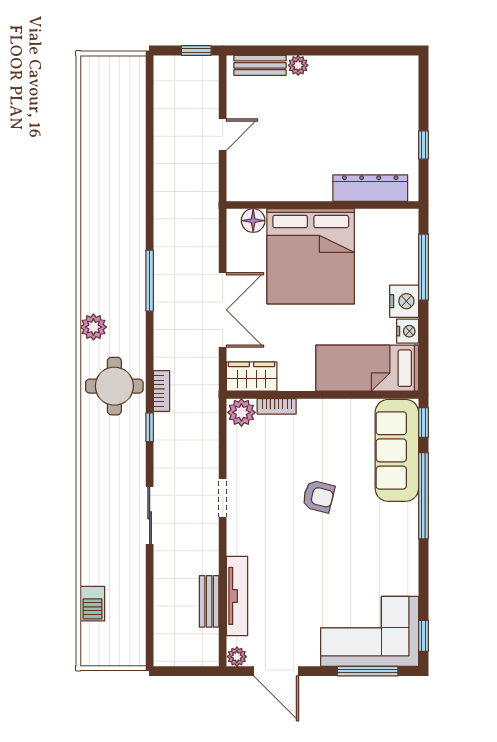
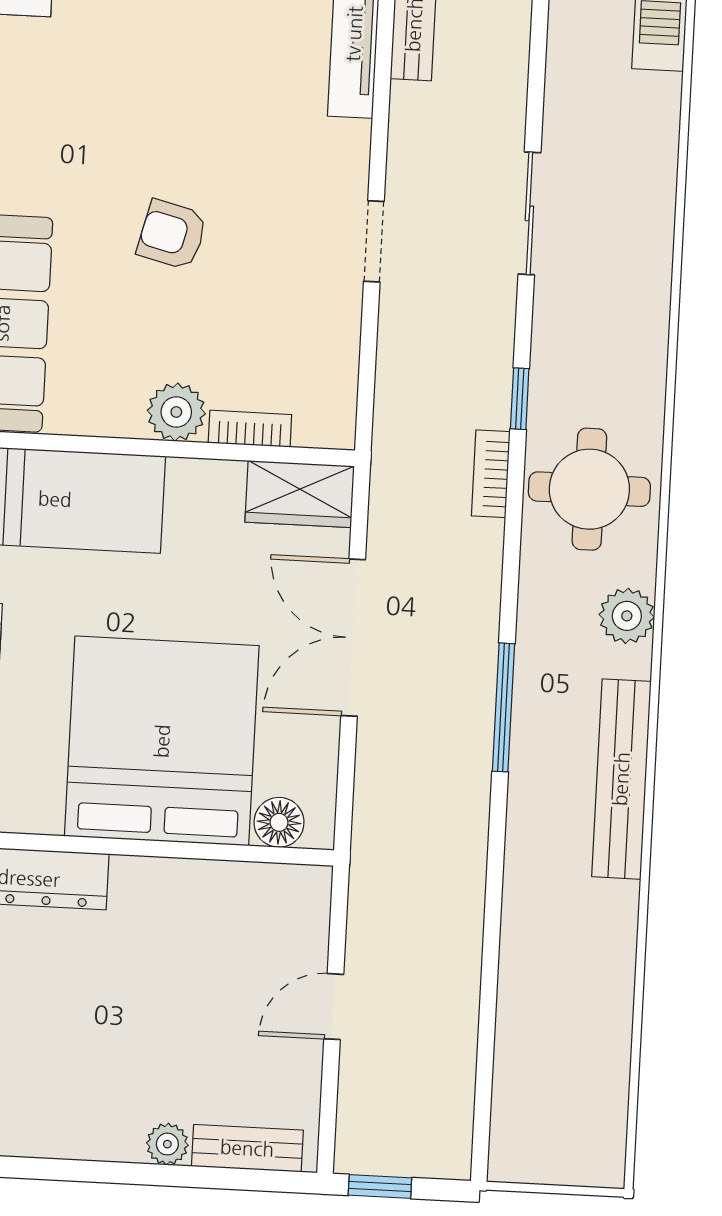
bench: (92, 250) -> (621, 779), added
plant: (241, 412) -> (176, 412), moved

